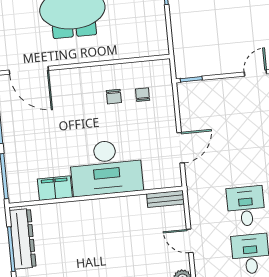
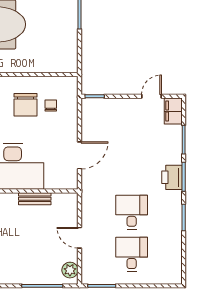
chair: (114, 97) -> (25, 105), width x1.87, depth x1.87
bench: (165, 199) -> (35, 199), moved

